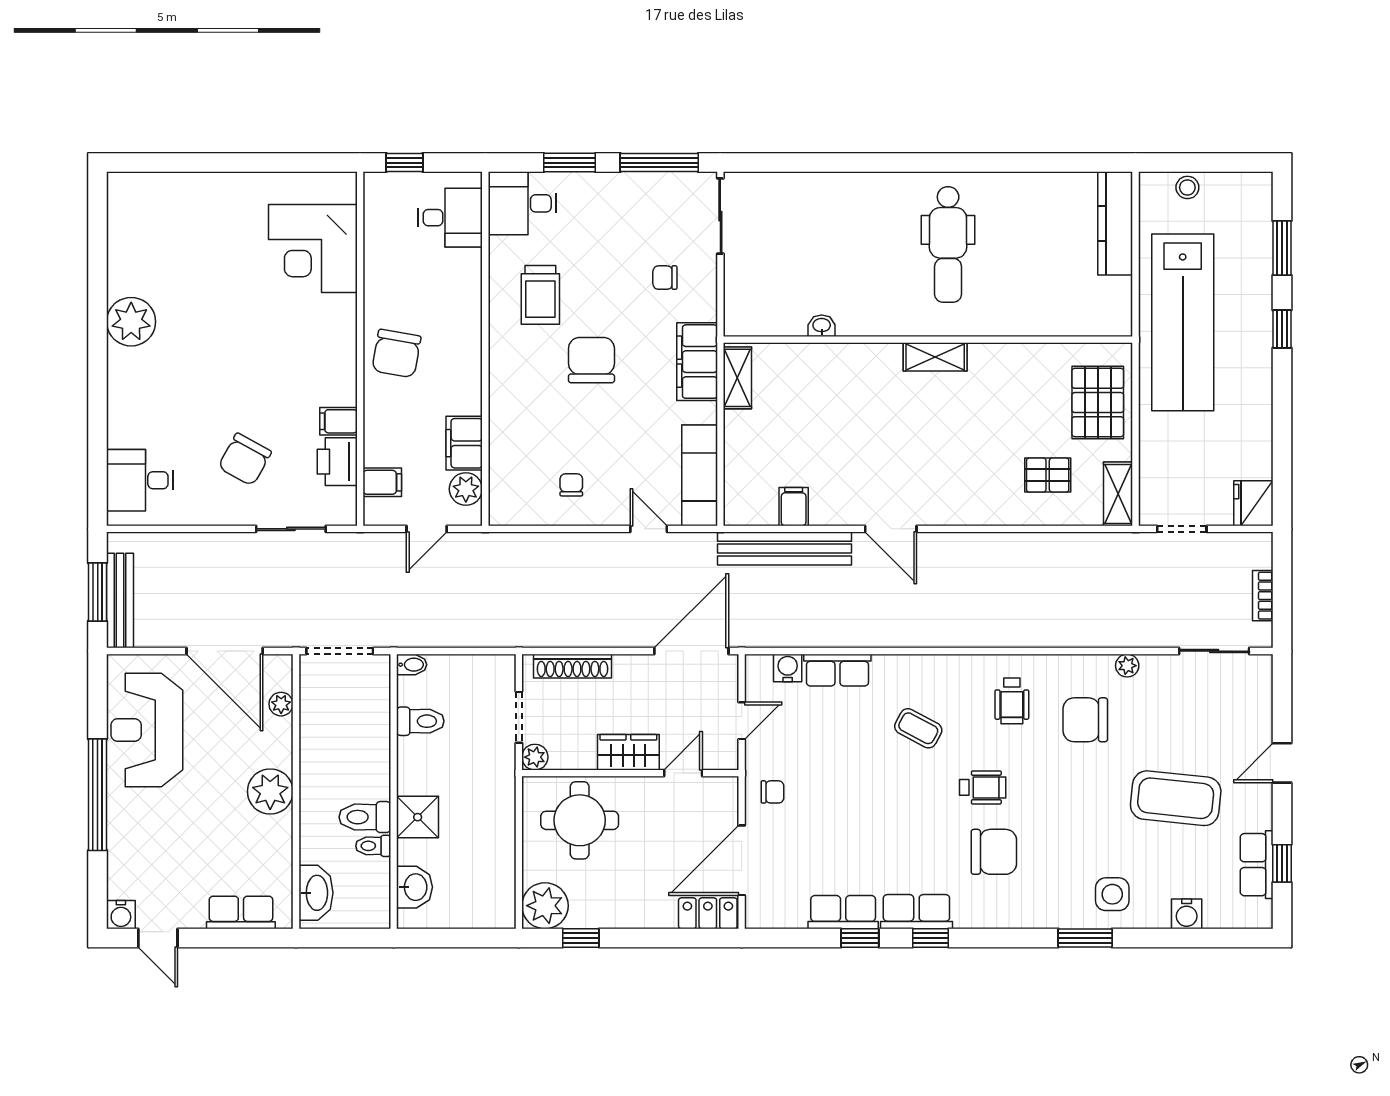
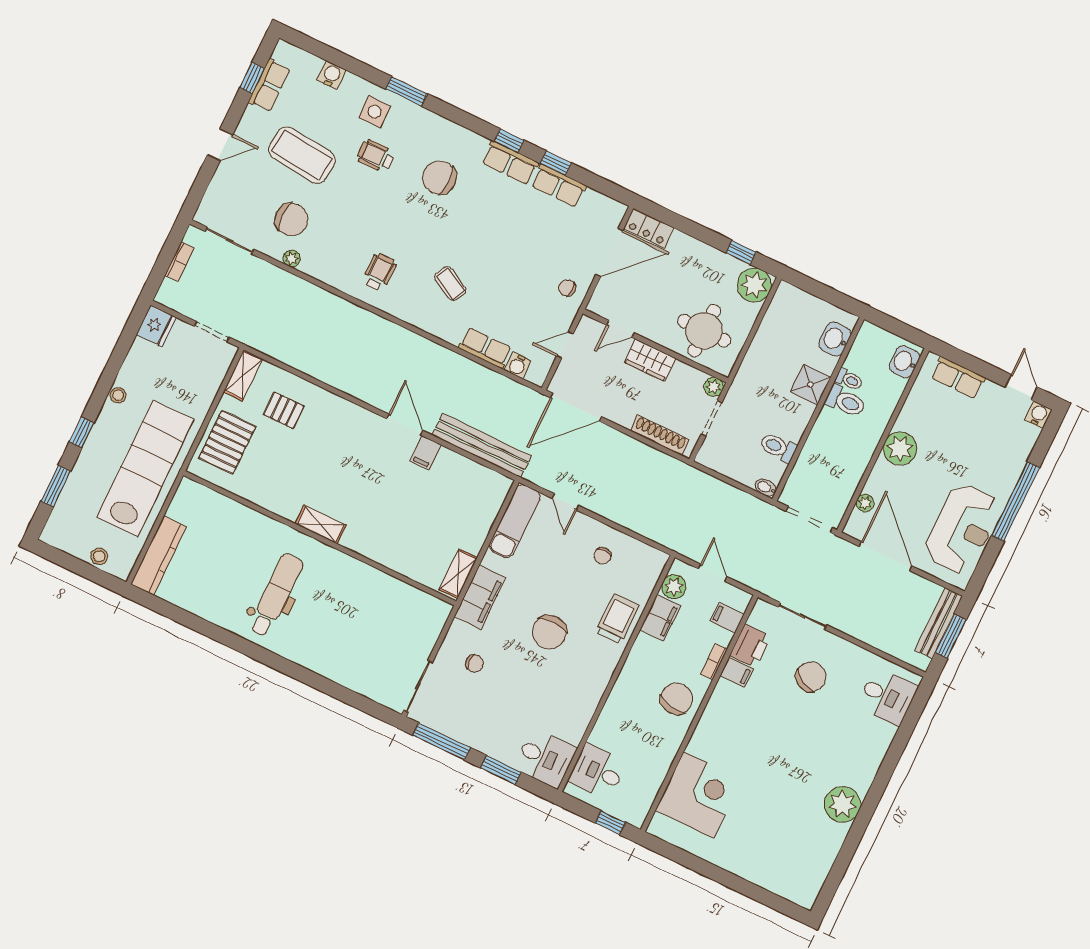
trolley: (540, 295) -> (617, 619), moved
washbasin: (822, 326) -> (386, 581), removed
stool: (1259, 396) -> (118, 395), added
bookcase: (372, 421) -> (714, 662), added
filing cabinet: (794, 507) -> (426, 453), moved
door: (427, 529) -> (713, 573), hinge flipped
chair: (1085, 720) -> (291, 219), moved
wheelchair: (983, 787) -> (376, 156), moved
washbasin: (316, 893) -> (905, 362), width x0.72

